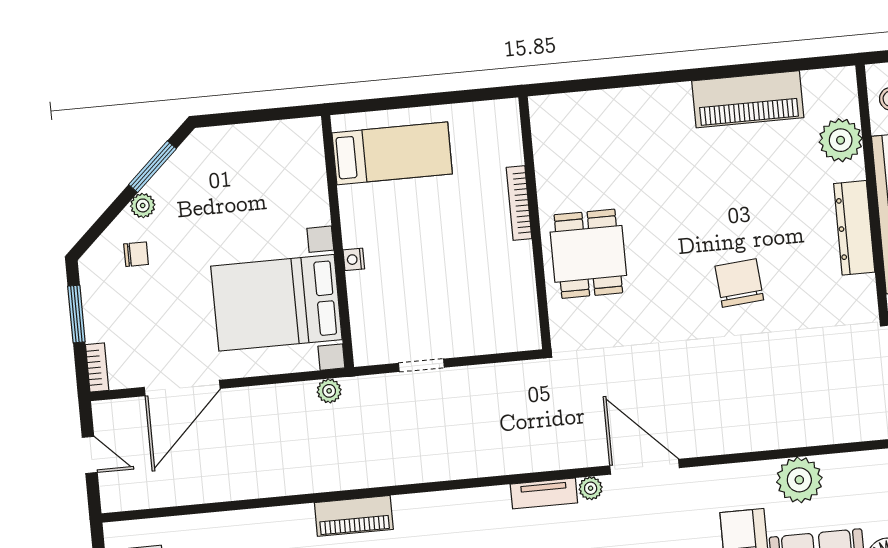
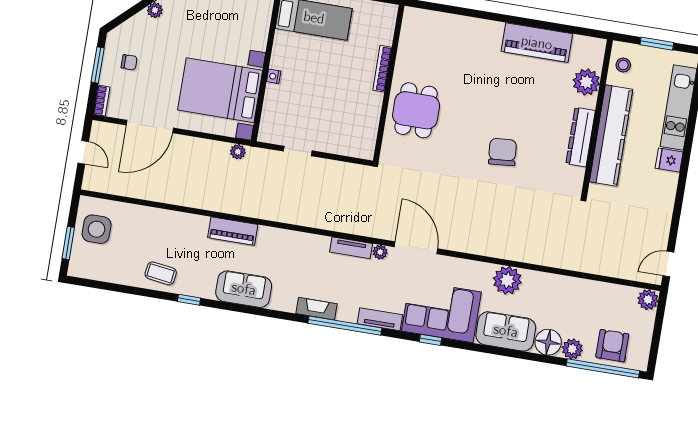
chair: (136, 254) -> (129, 62), moved

